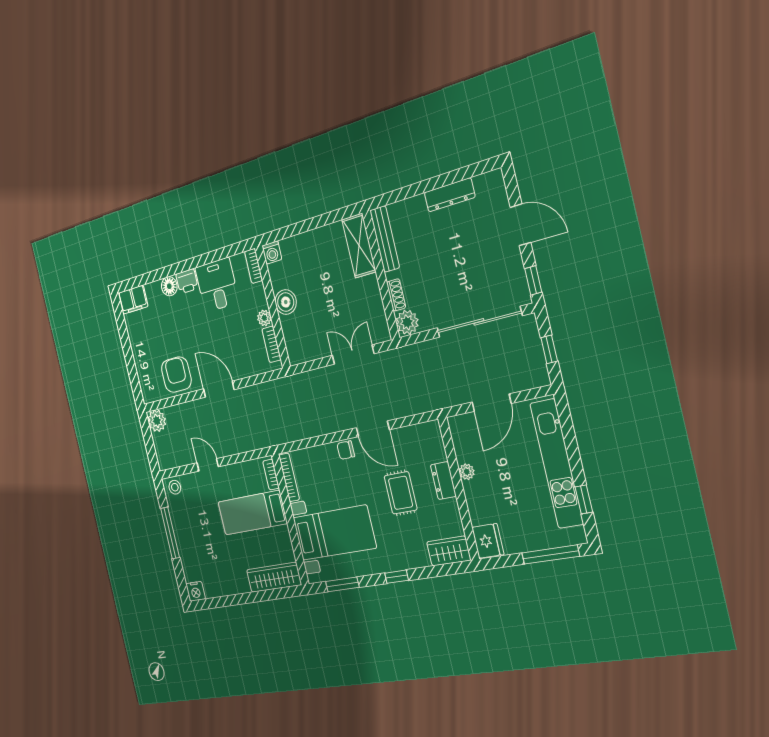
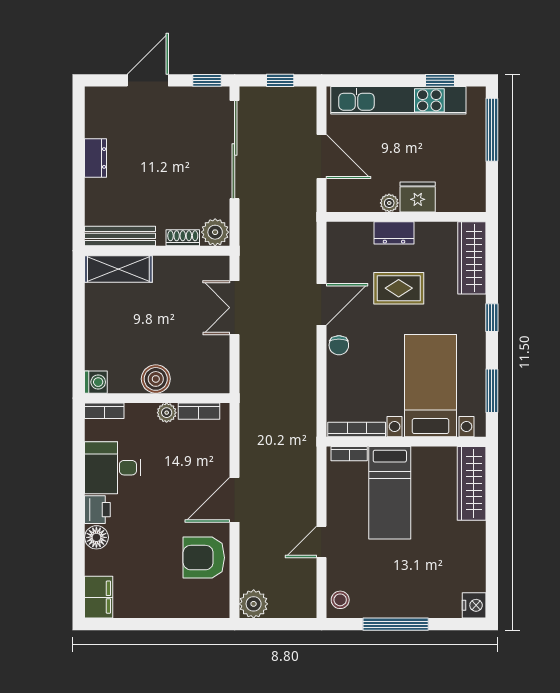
dresser: (450, 195) -> (96, 158), width x0.70
fridge: (488, 541) -> (418, 197), moved
wardrobe: (449, 551) -> (472, 258), width x1.50

